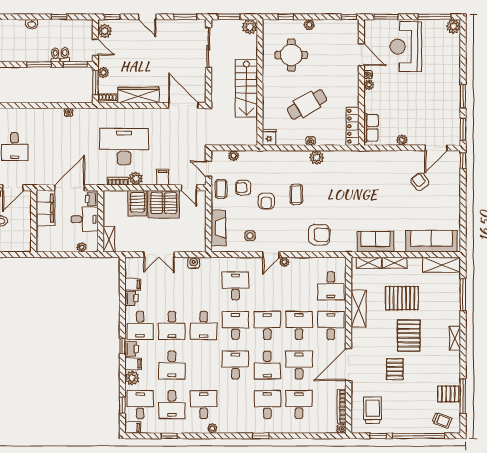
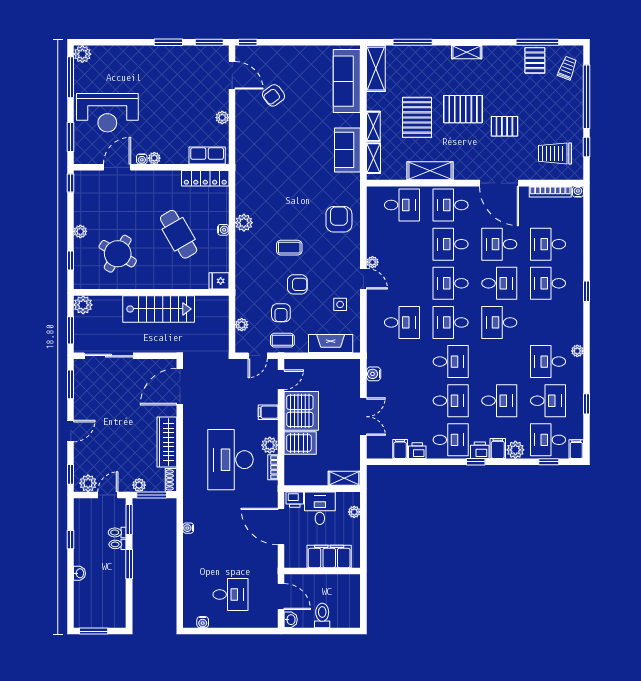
round table: (291, 55) -> (118, 254), turned 31
filing cabinet: (45, 208) -> (329, 556), moved
desk: (235, 286) -> (402, 322), turned 180

